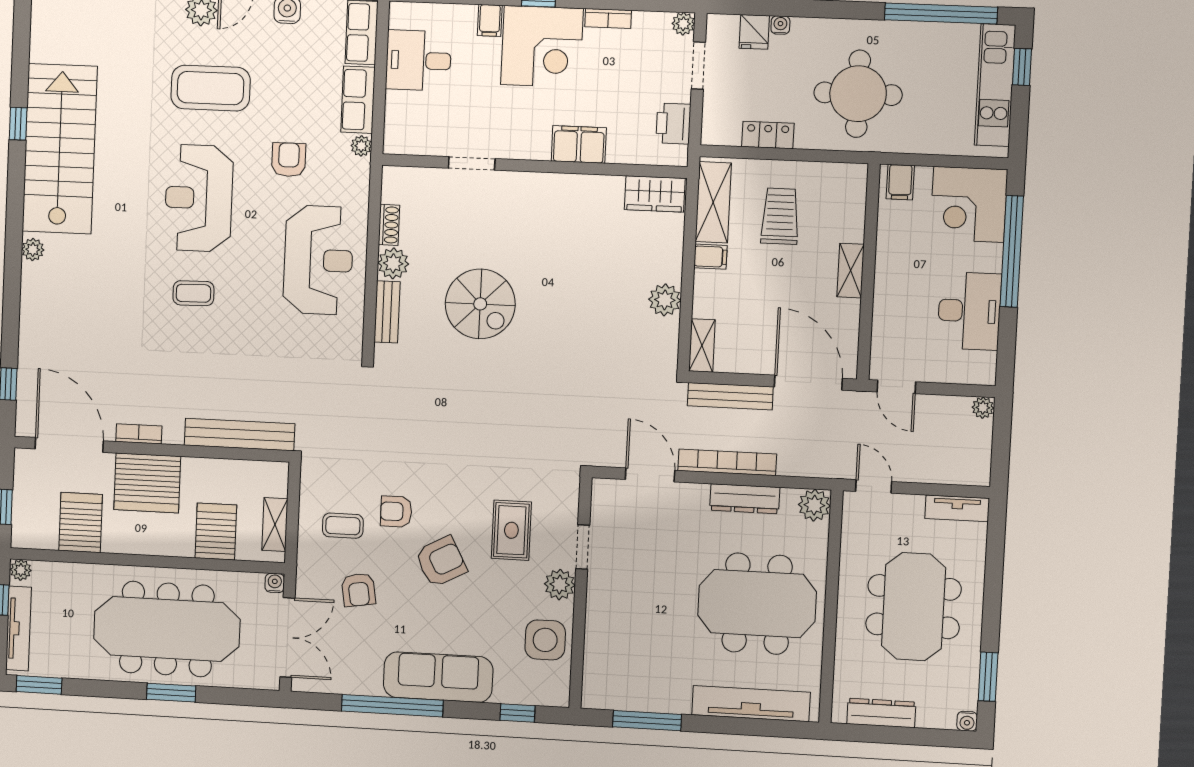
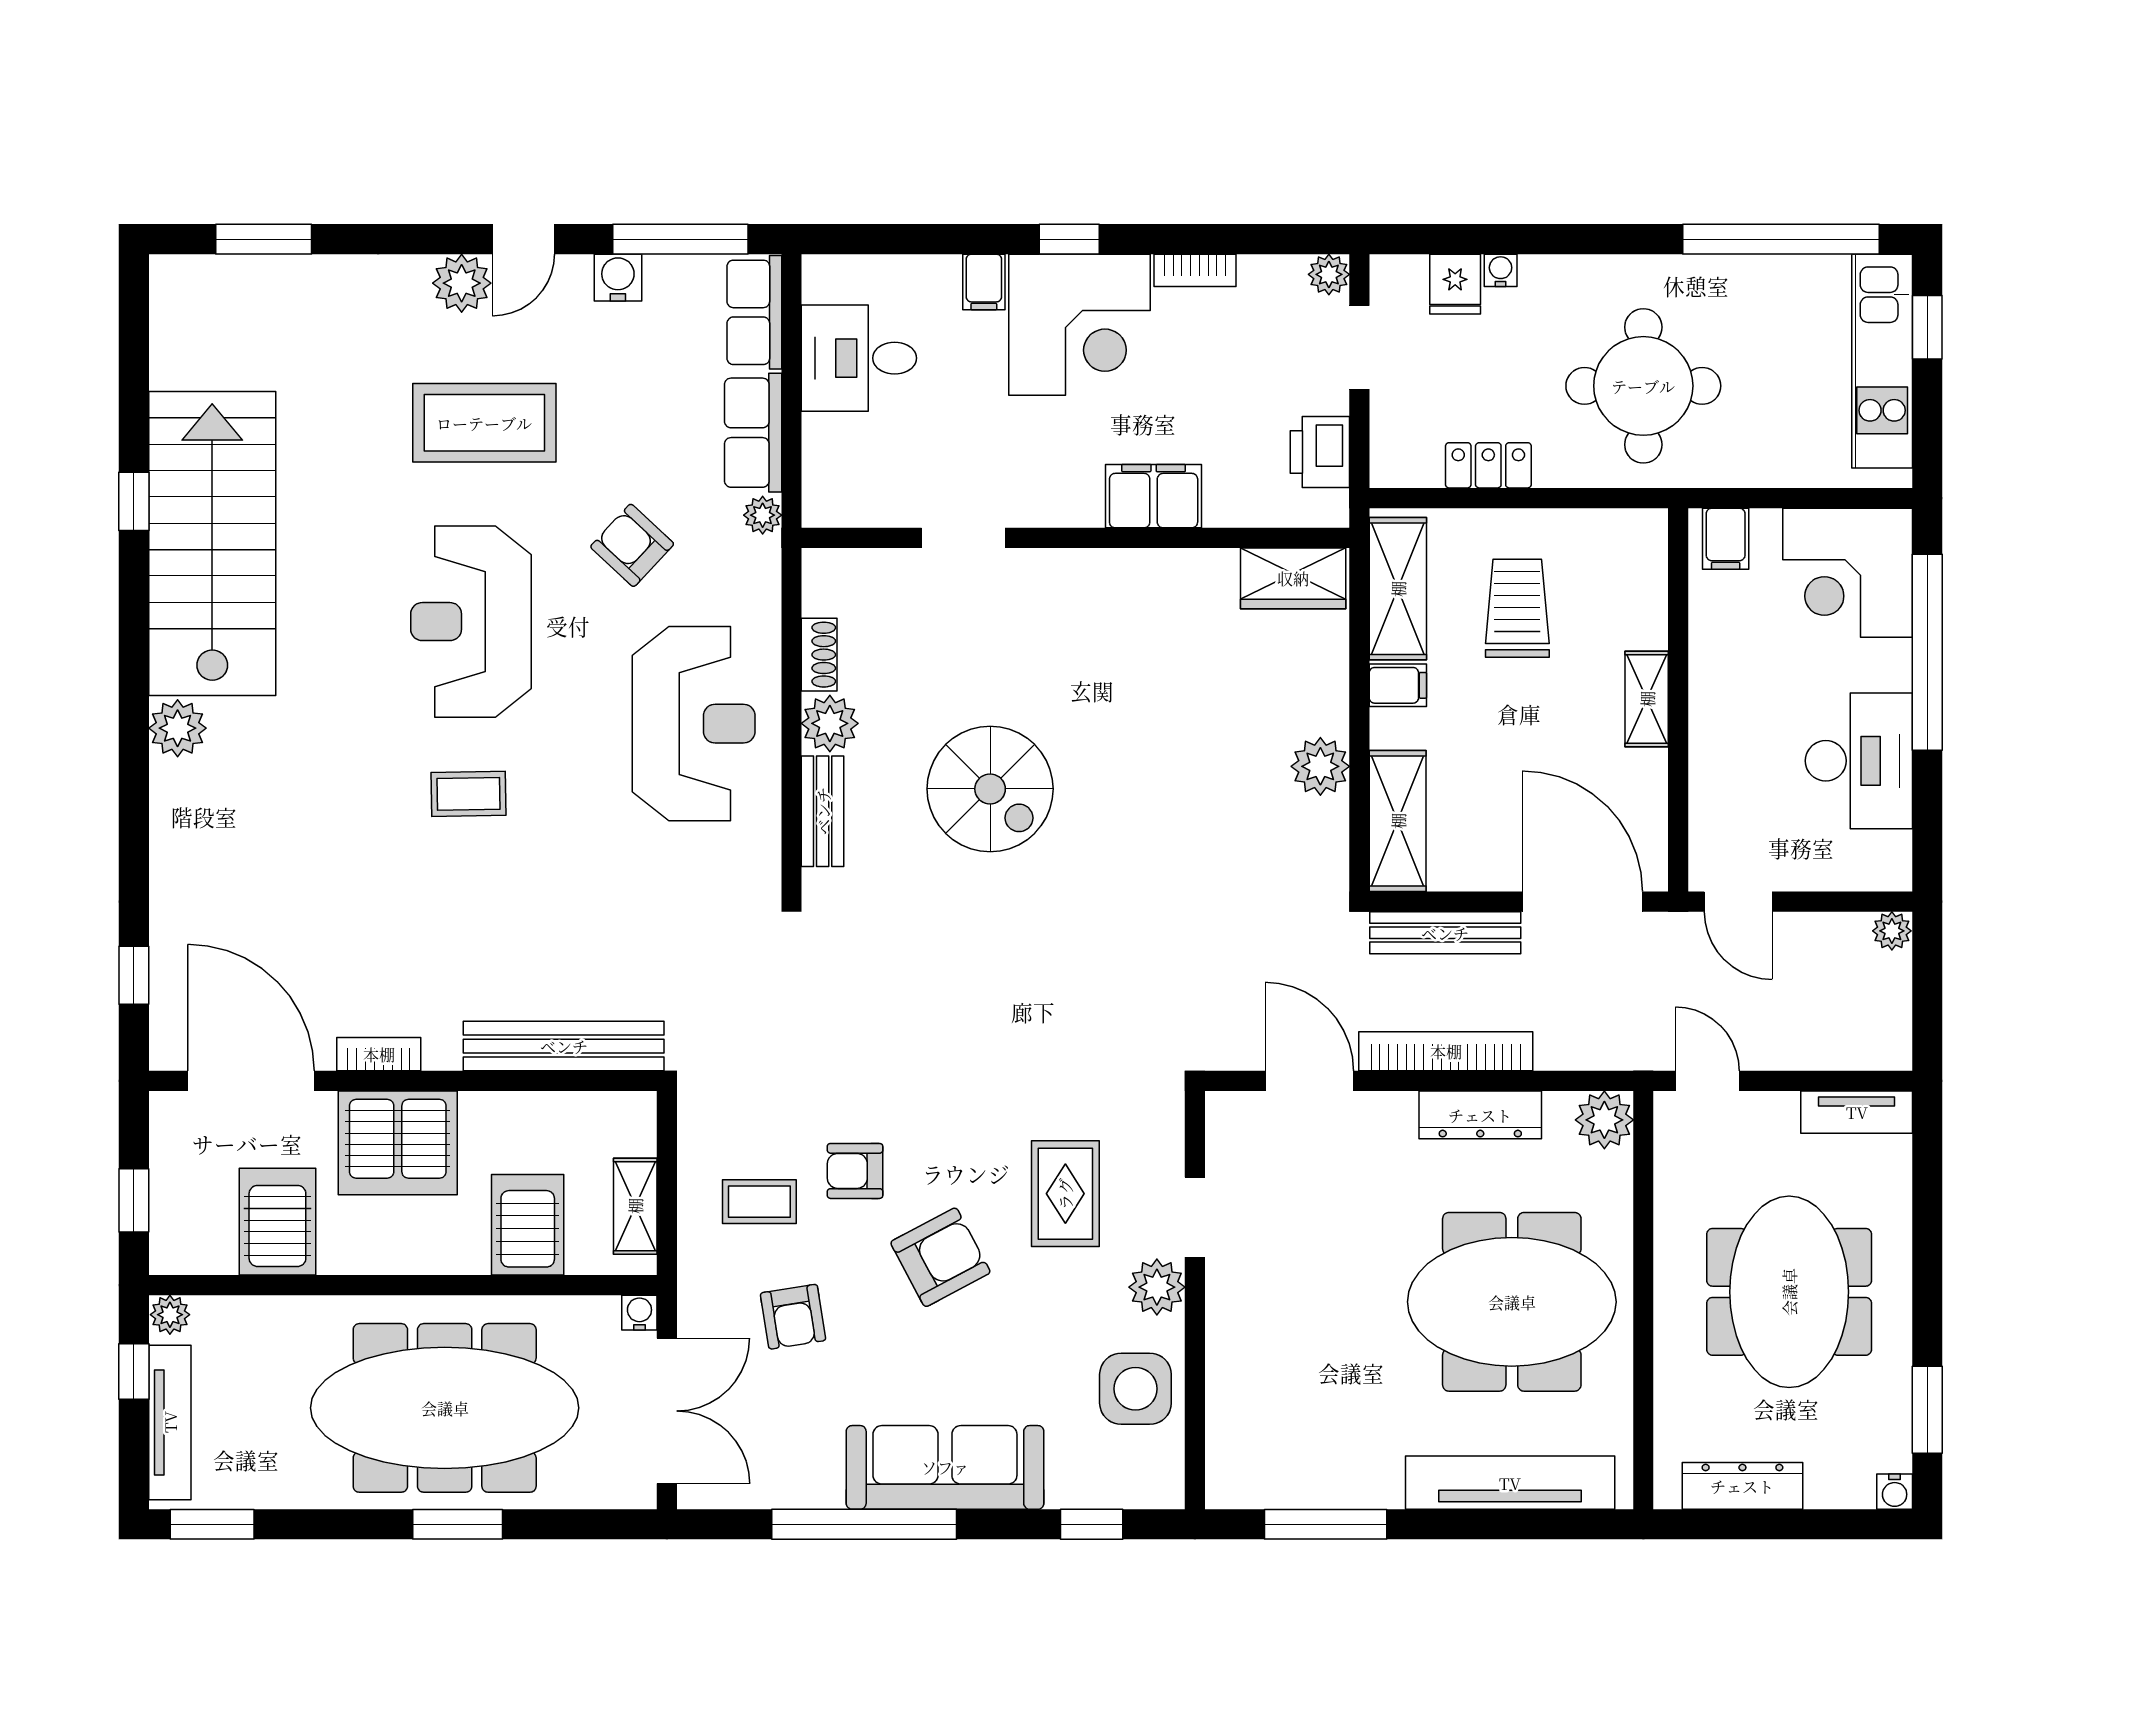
armchair: (289, 160) -> (632, 545), turned -47
plant: (33, 250) -> (178, 728), width x1.38, depth x1.38
shelving: (702, 345) -> (1398, 821), width x1.50, depth x1.33

